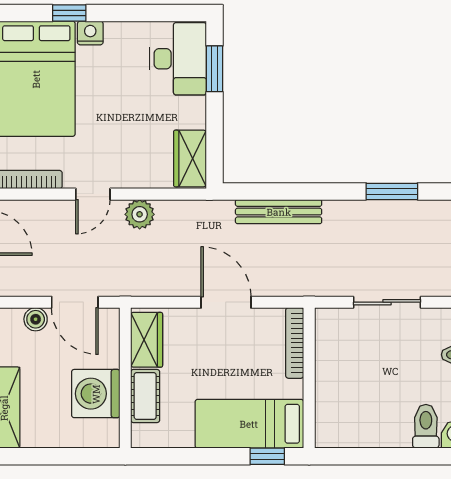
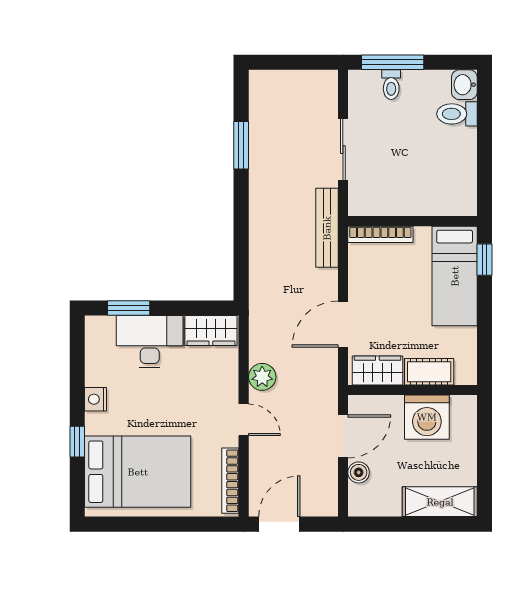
nightstand: (90, 33) -> (96, 399), moved
desk: (178, 59) -> (150, 342), moved
bench: (279, 212) -> (327, 228), moved
door: (226, 302) -> (343, 324), moved

